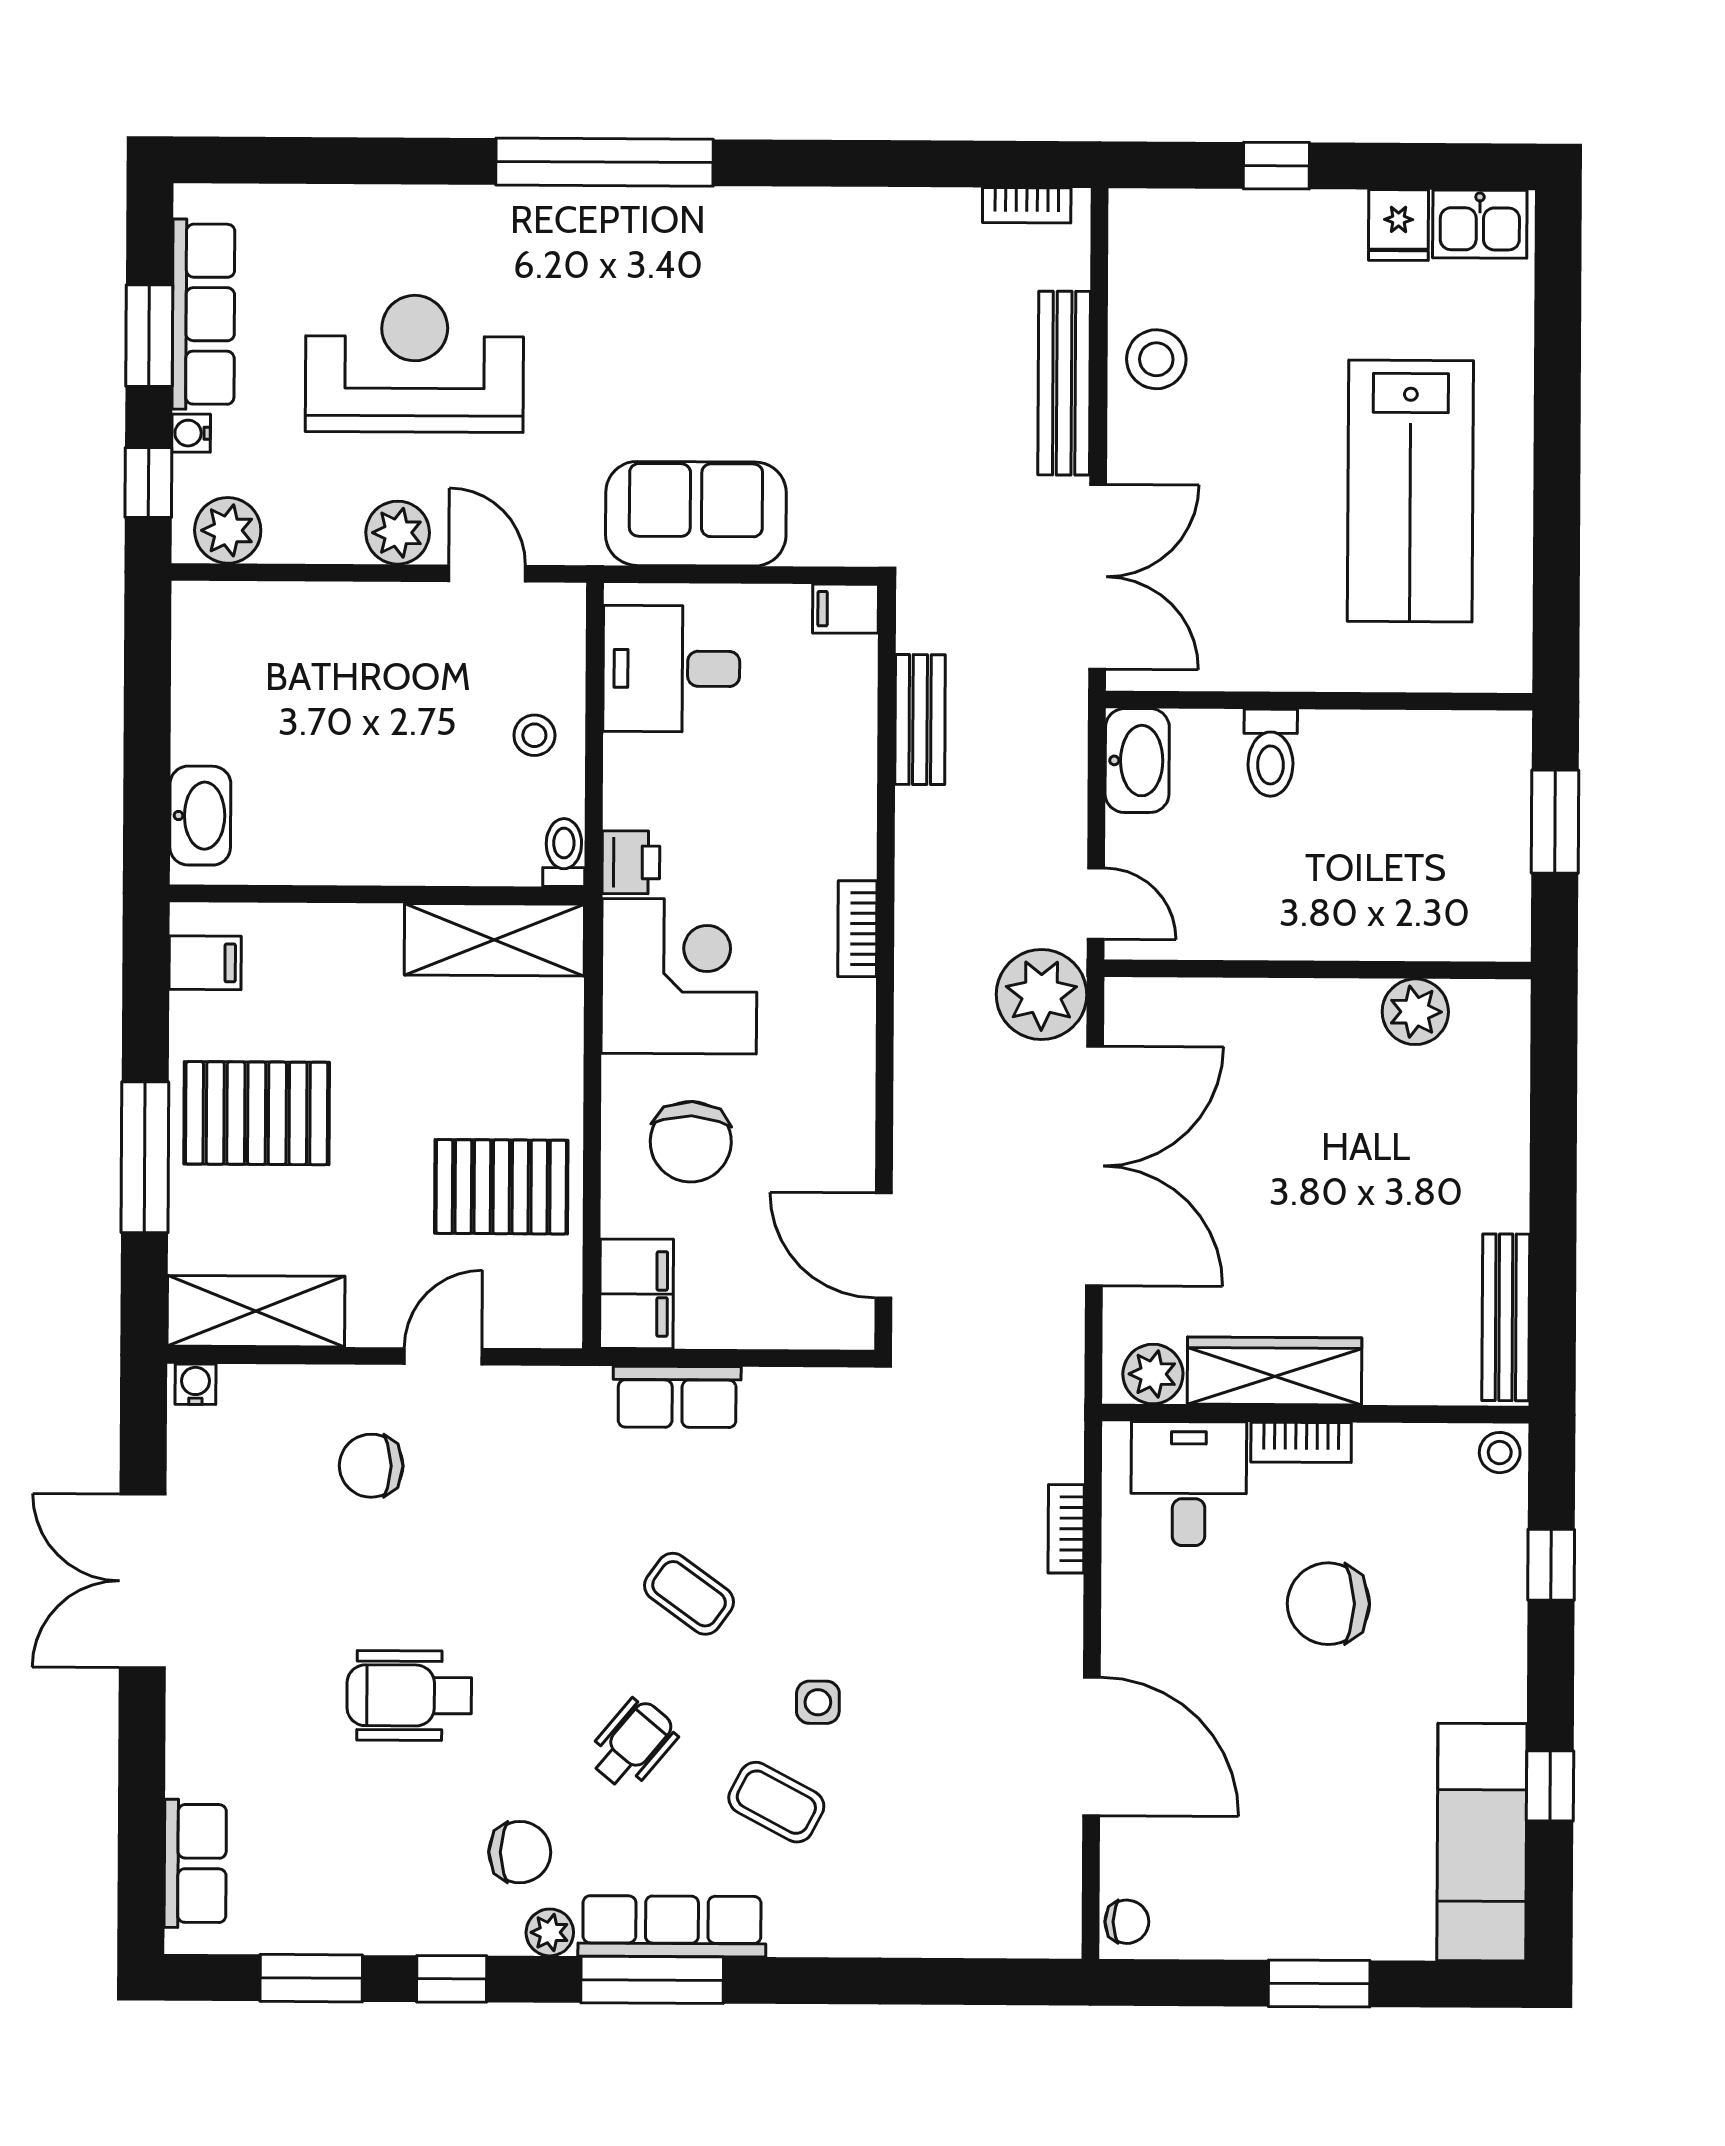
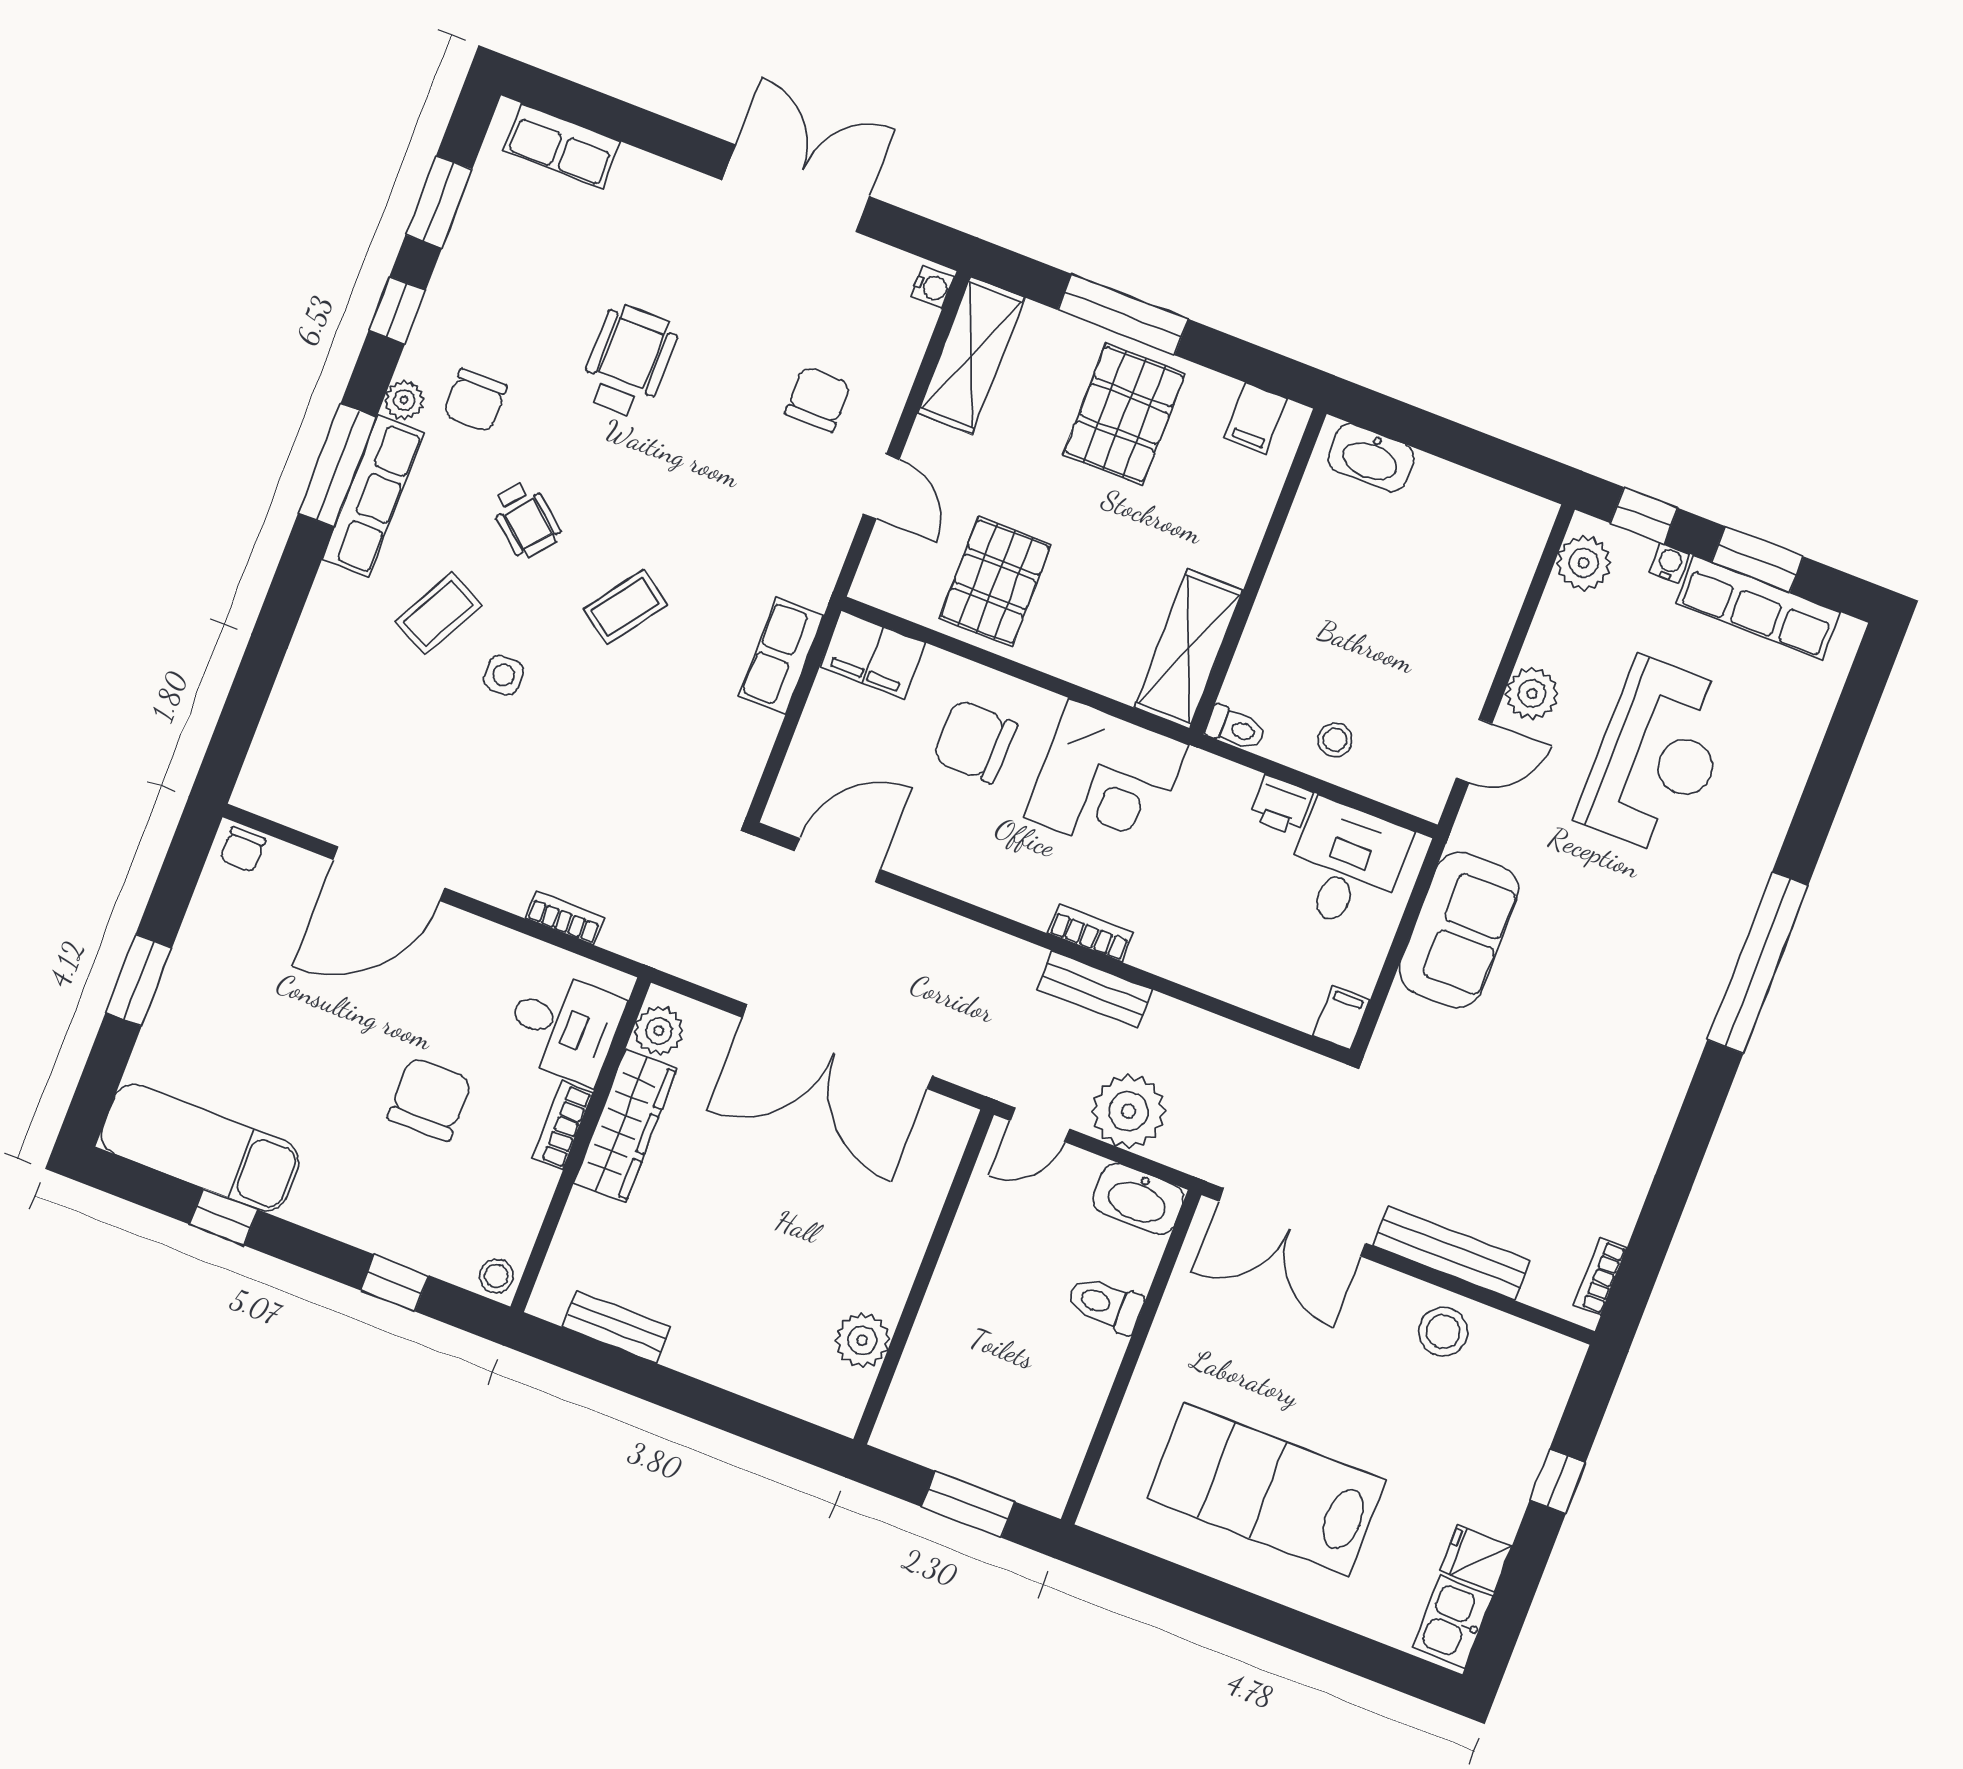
bench: (920, 720) -> (1095, 989), moved
printer: (631, 862) -> (1281, 805), moved
plant: (1041, 995) -> (1128, 1111), moved
bench: (1506, 1317) -> (616, 1327), width x0.73

